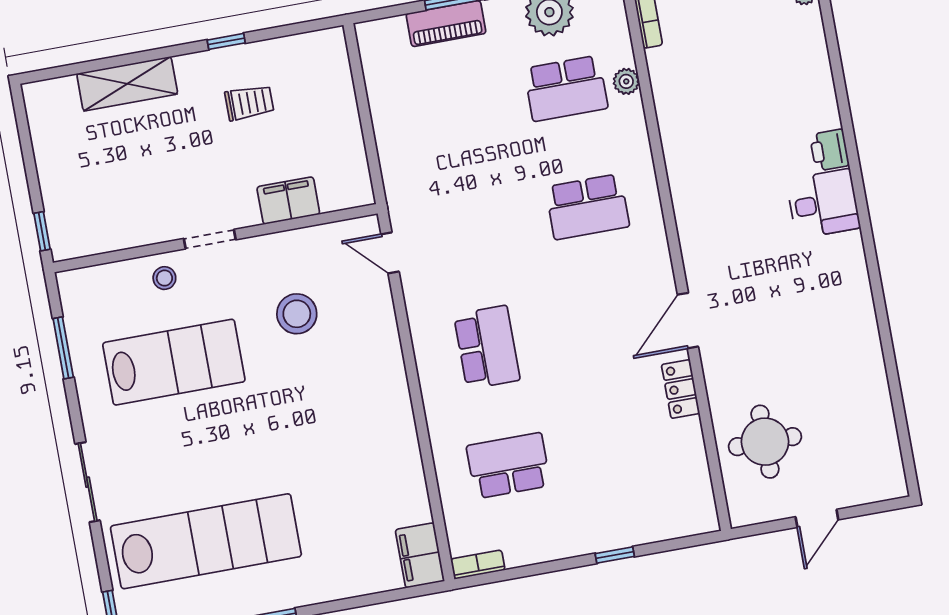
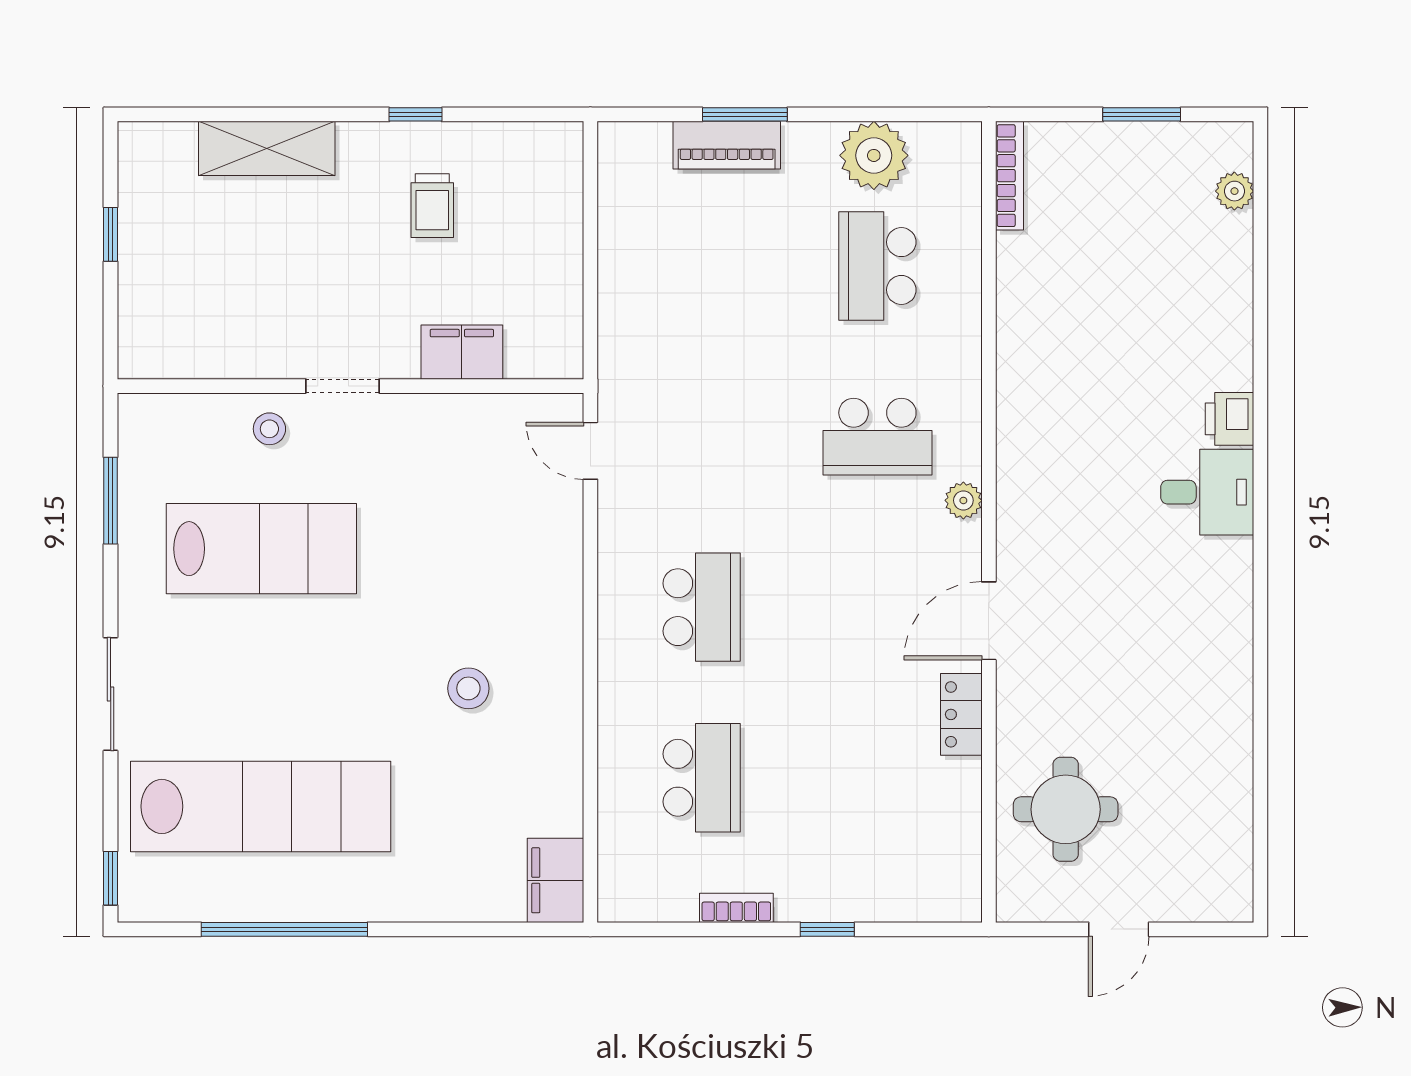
plant: (626, 81) -> (963, 500), moved
school desk: (566, 88) -> (877, 266), turned 90
trolley: (249, 103) -> (432, 206), turned 90
window: (42, 231) -> (111, 234), moved
stool: (297, 314) -> (468, 688), moved, width x0.73, depth x0.73
school desk: (508, 466) -> (702, 778), turned 90
bookcase: (478, 565) -> (736, 908), moved

